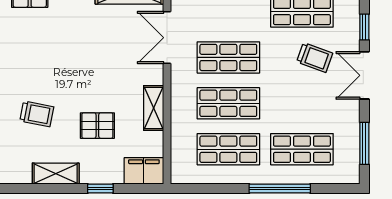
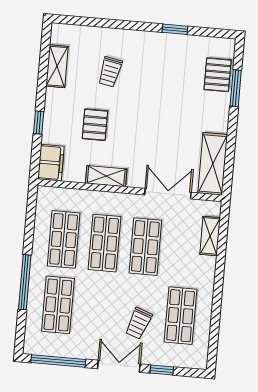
window: (364, 143) -> (58, 361), width x1.44
shelving: (56, 174) -> (57, 66), moved

